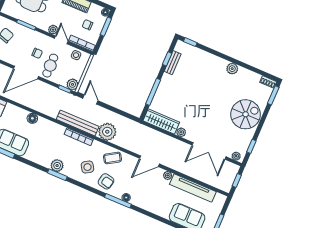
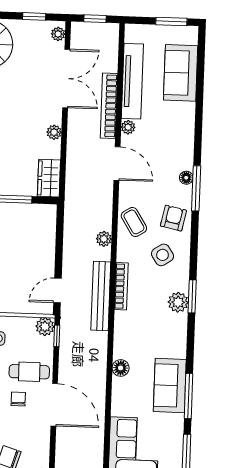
wardrobe: (161, 122) -> (49, 178), width x0.67
plant: (107, 132) -> (104, 239), width x0.53, depth x0.53
bookcase: (184, 169) -> (109, 106), added

